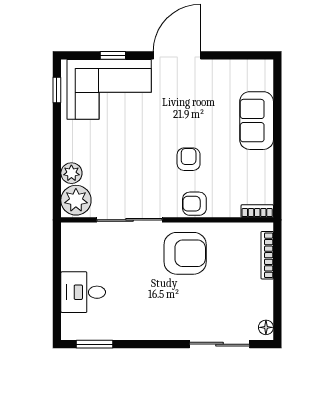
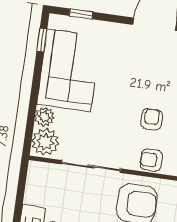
window: (113, 55) -> (81, 14), moved
corner sofa: (109, 89) -> (69, 71), moved, turned -90

